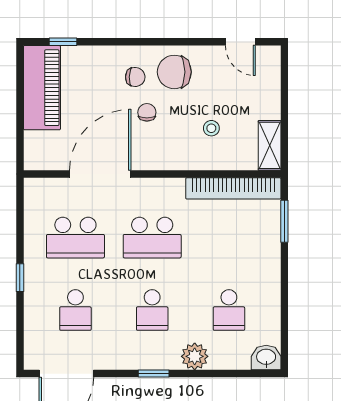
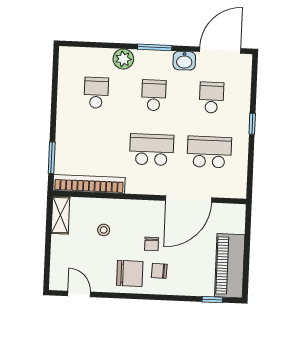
washbasin: (266, 358) -> (184, 61), moved
window: (154, 374) -> (155, 47), width x1.50

